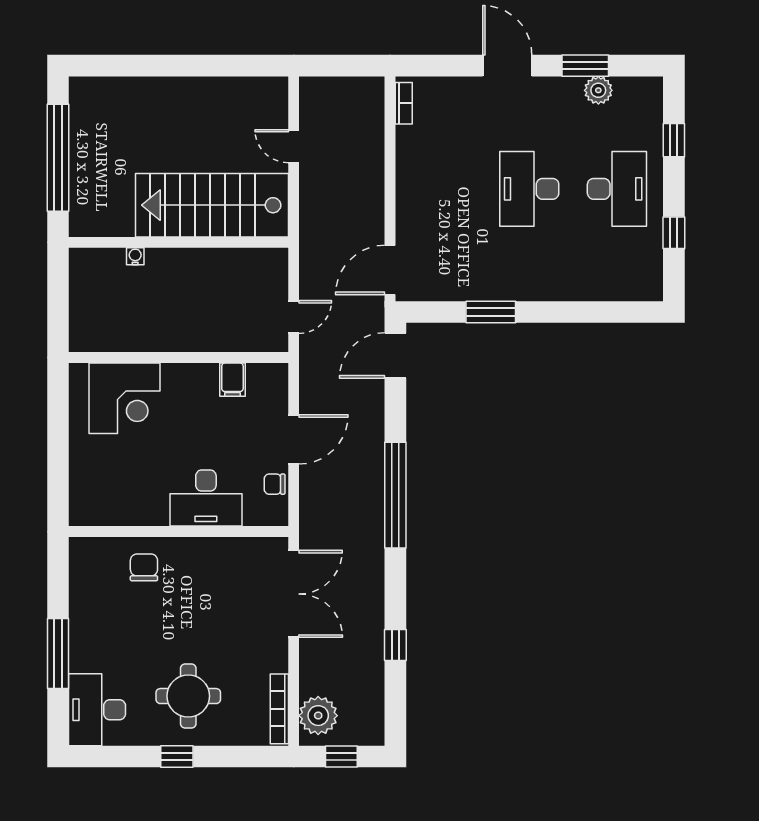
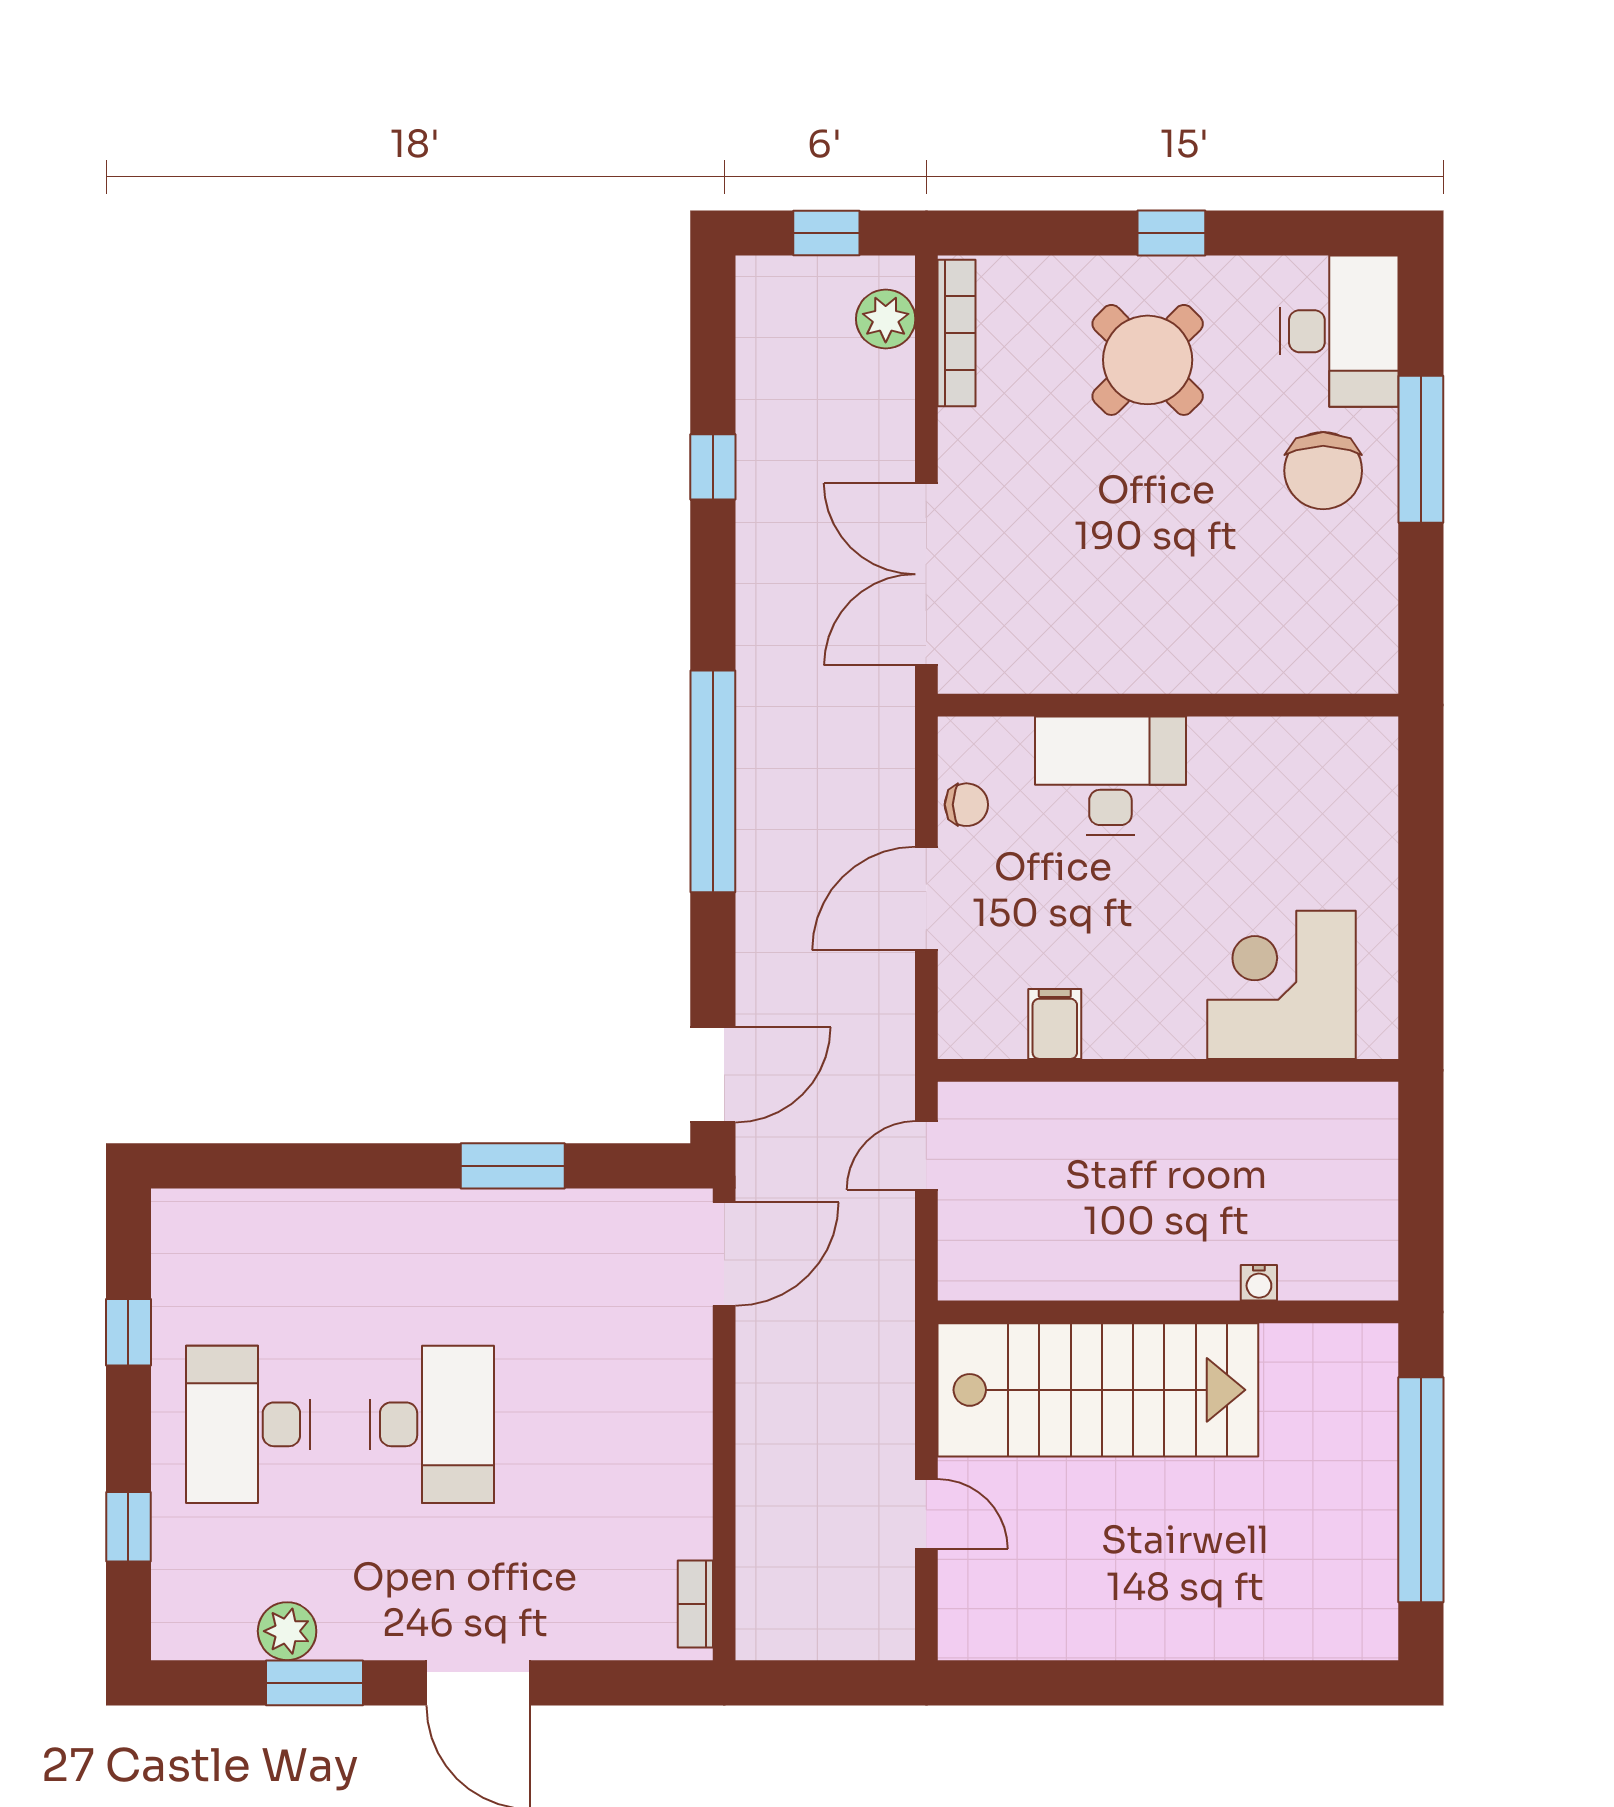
chair: (144, 567) -> (1323, 471), moved, width x1.37, depth x1.37
round table: (188, 696) -> (1148, 360), turned 45
plant: (318, 716) -> (886, 319), width x0.73, depth x0.73

